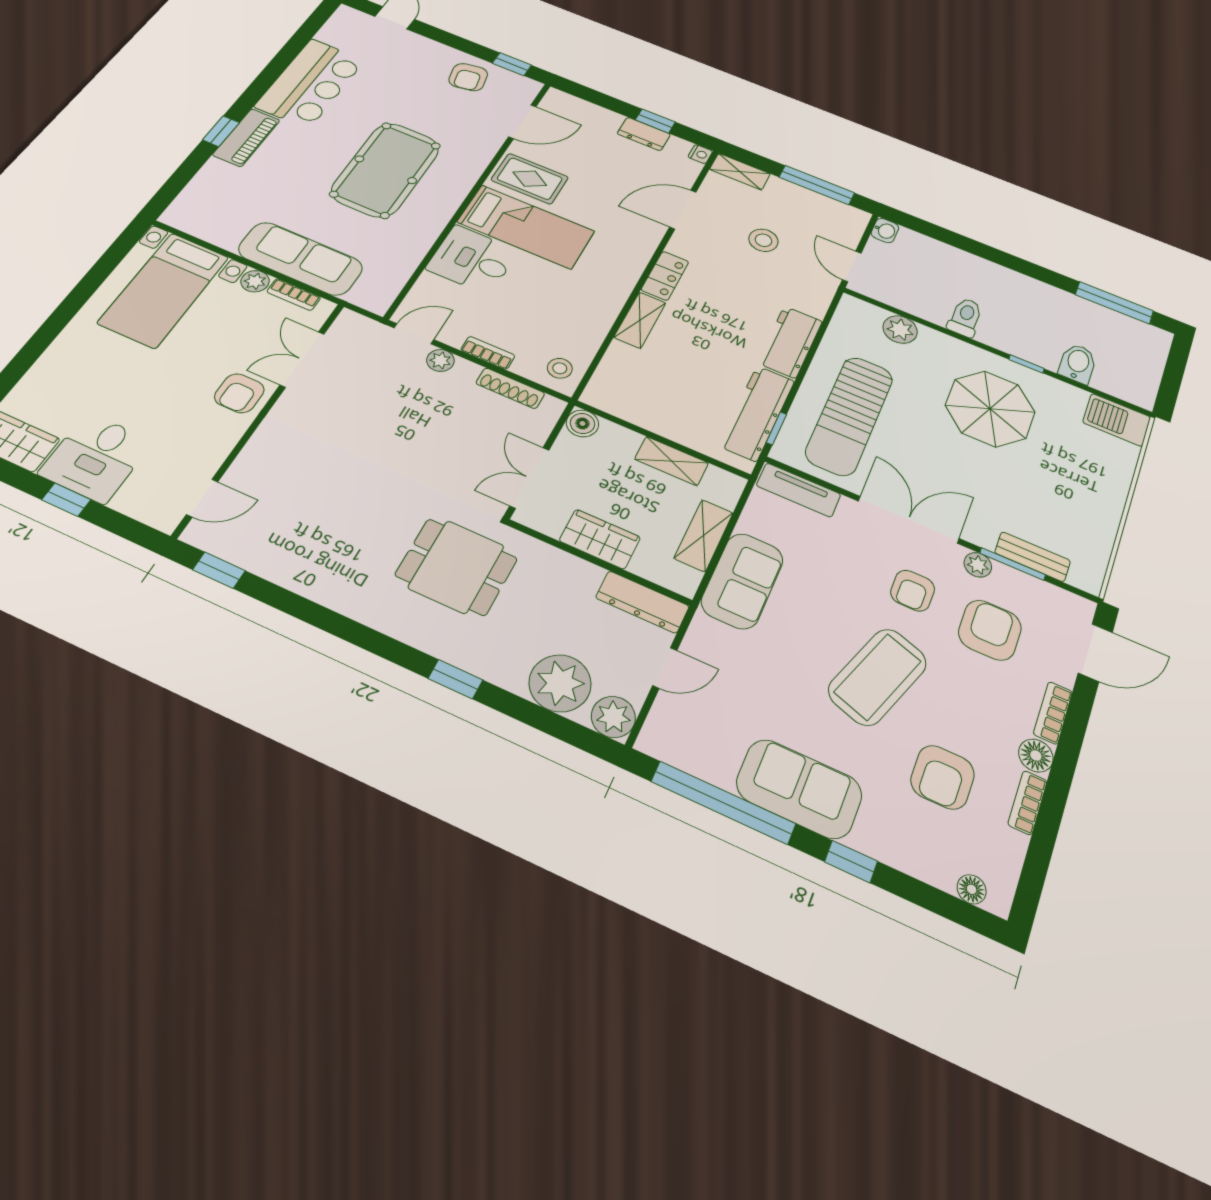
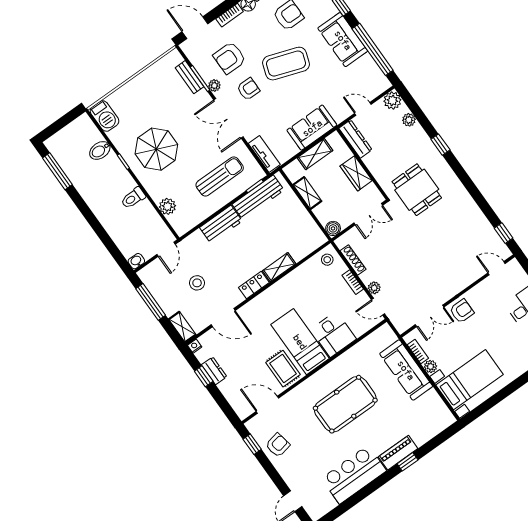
sun lounger: (850, 415) -> (220, 176), width x0.73, depth x0.75
plant: (560, 683) -> (409, 120), width x0.53, depth x0.53

